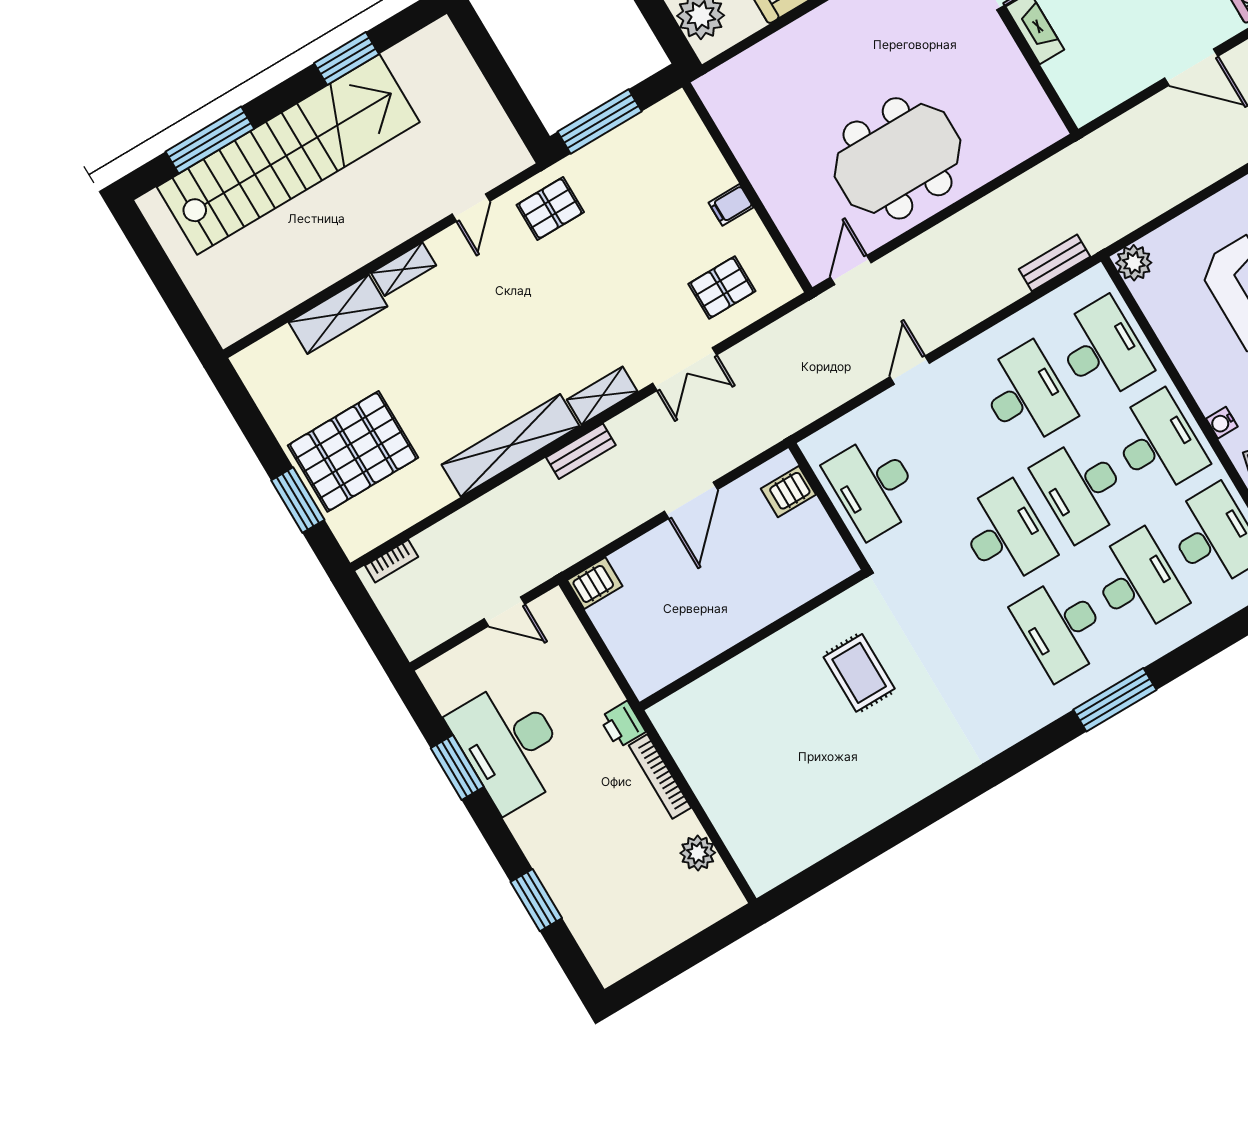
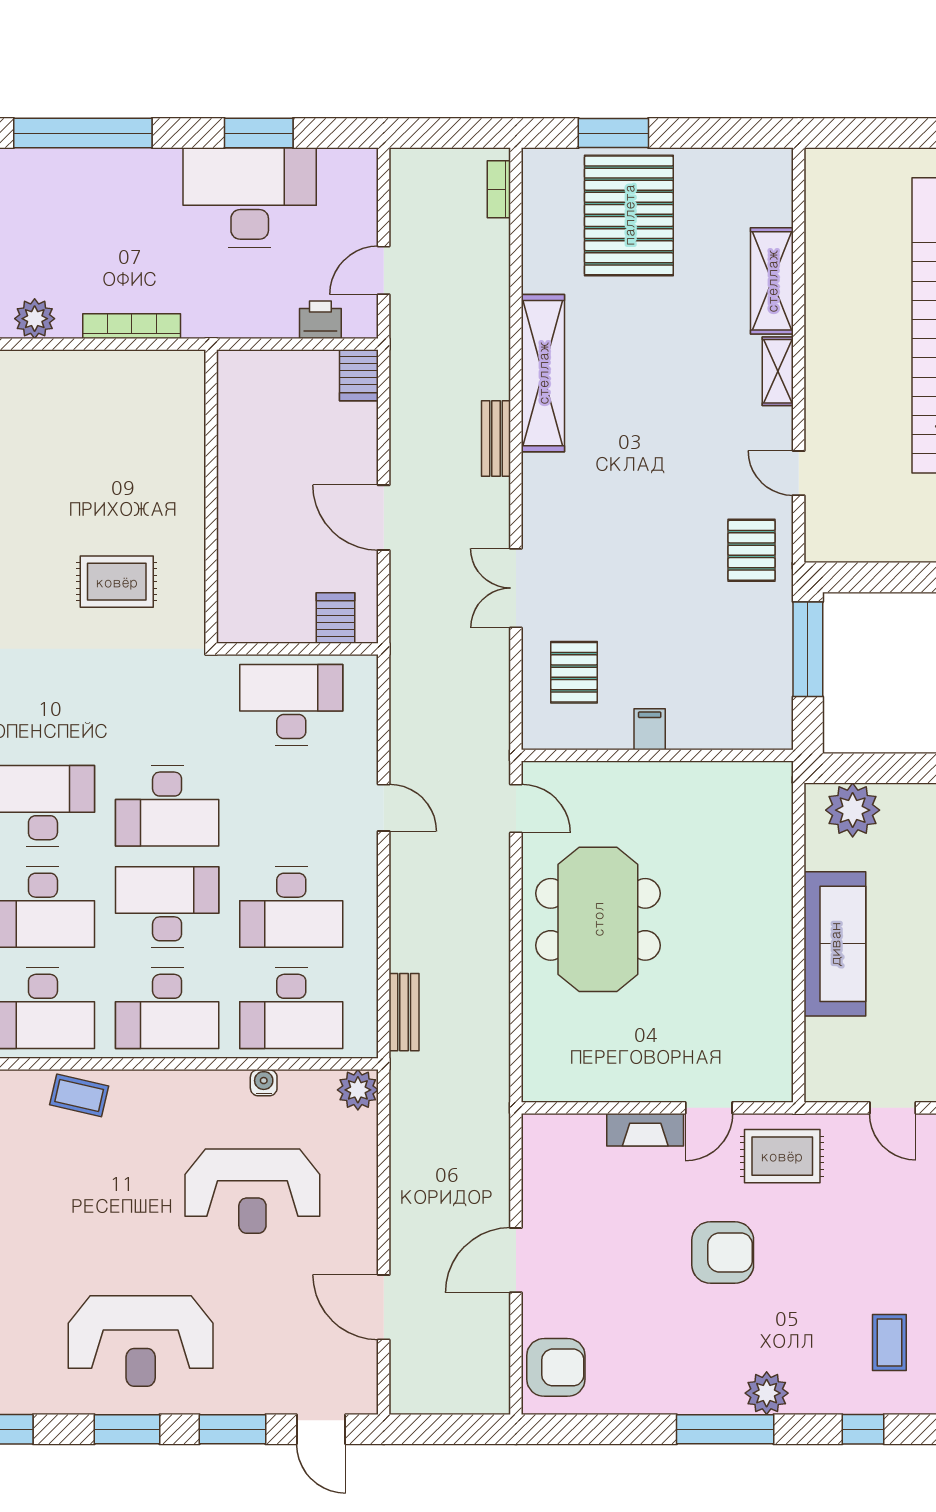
shelving: (602, 396) -> (538, 492), removed
water cooler: (1222, 423) -> (264, 1083), moved
printer: (622, 725) -> (320, 320), moved
window: (536, 900) -> (83, 133), width x2.11

